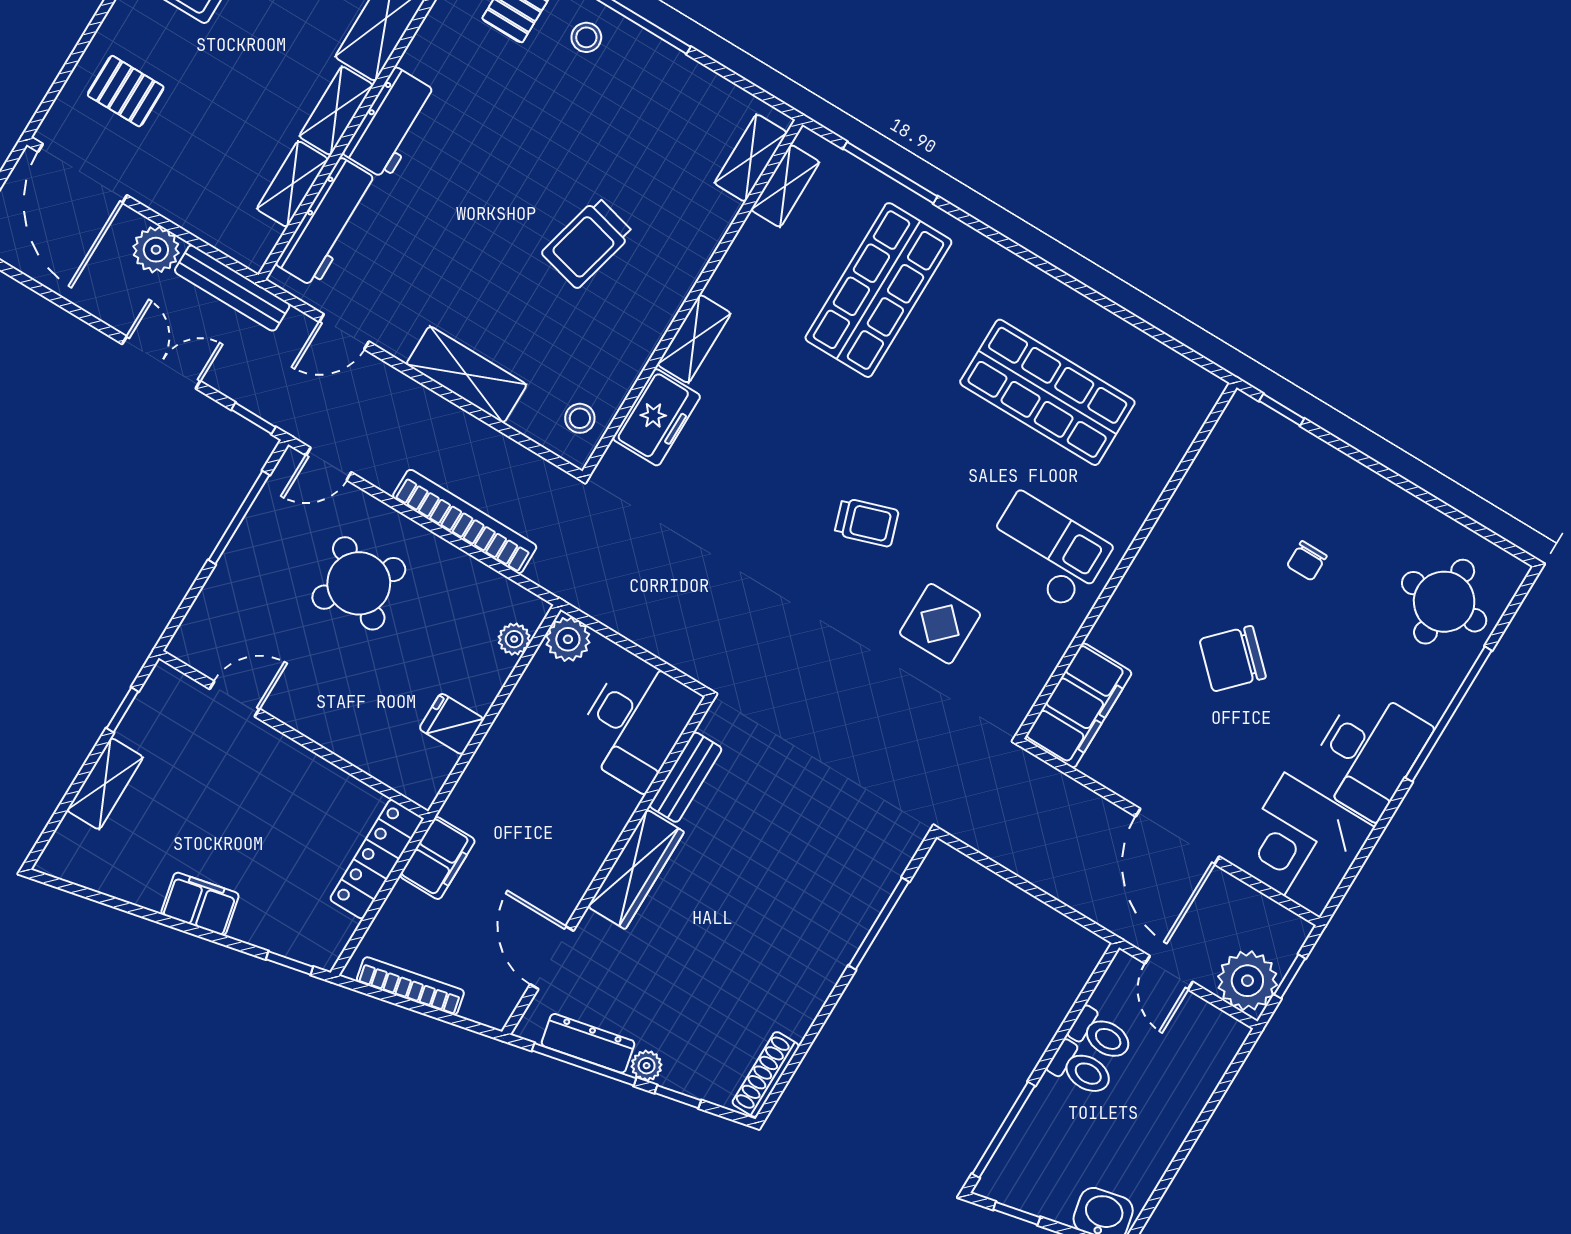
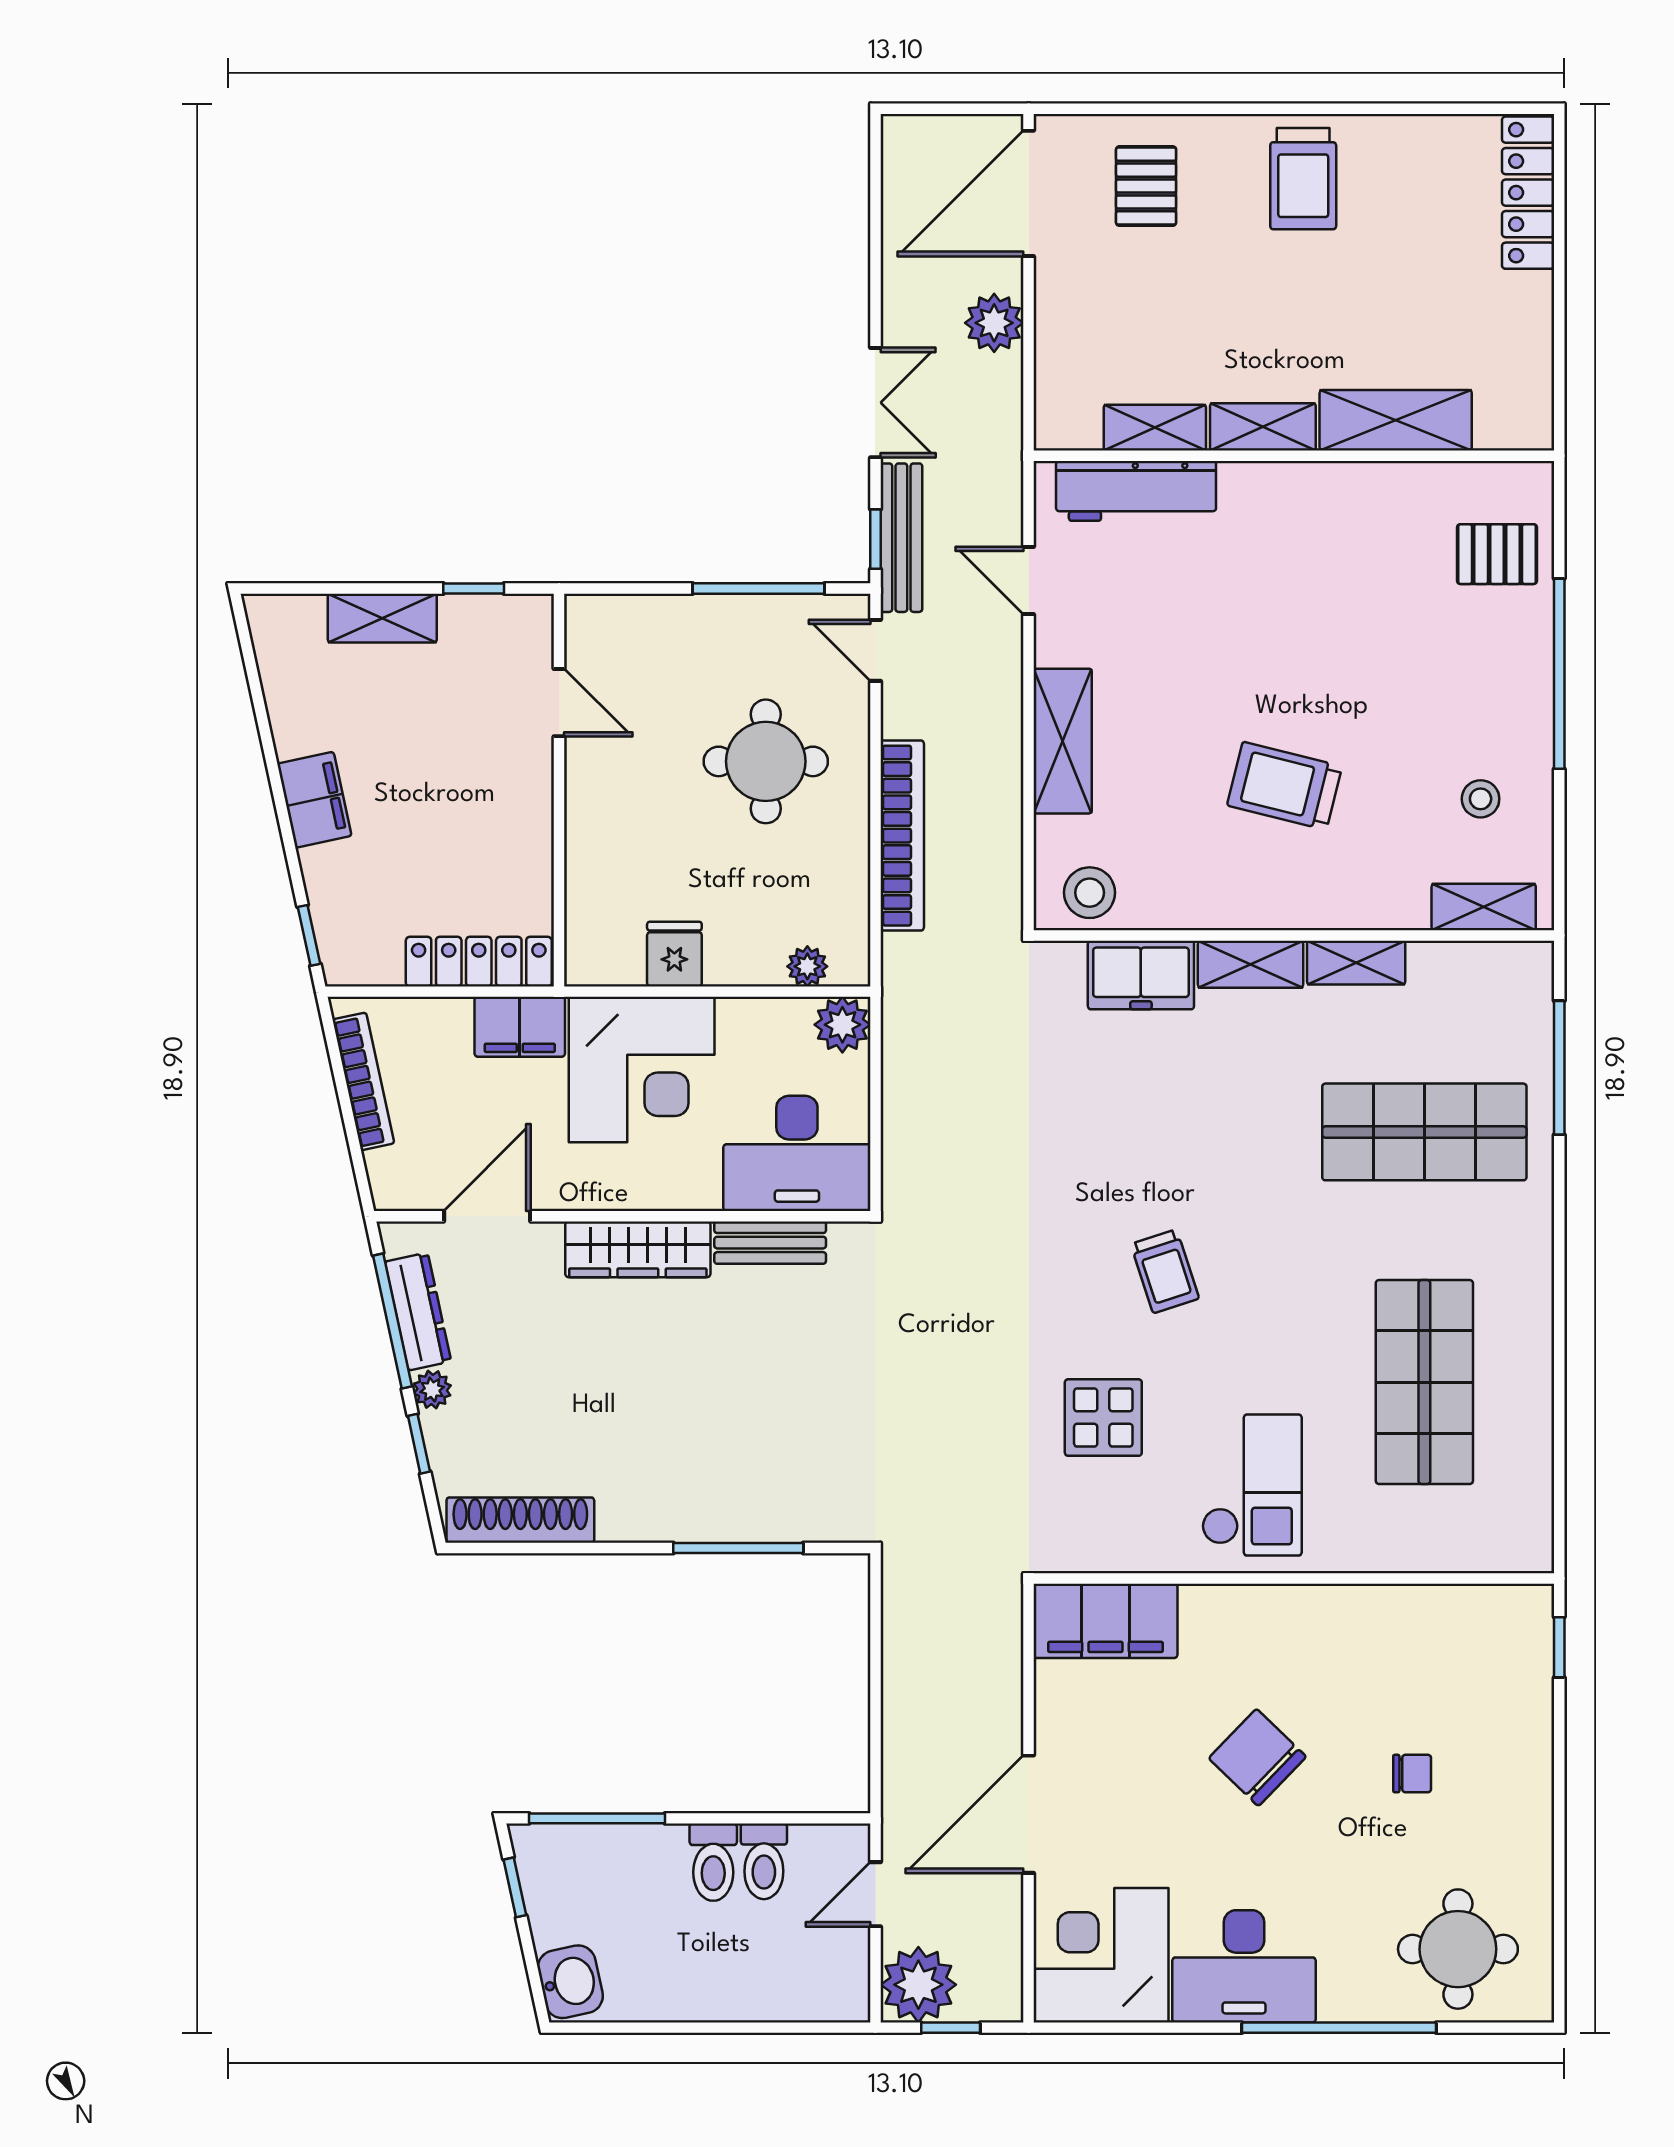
stool: (586, 37) -> (1481, 799), moved
workbench: (391, 123) -> (1285, 494), removed
shelving: (785, 186) -> (1356, 963), moved
bench: (232, 288) -> (901, 538), moved
stool: (580, 418) -> (1090, 893), width x1.37, depth x1.37
chair: (1307, 561) -> (1412, 1774), turned 180
round table: (359, 583) -> (766, 761), turned -37
corner desk: (516, 793) -> (642, 1069), added
shoe rack: (766, 1074) -> (520, 1520), width x1.36, depth x1.24

